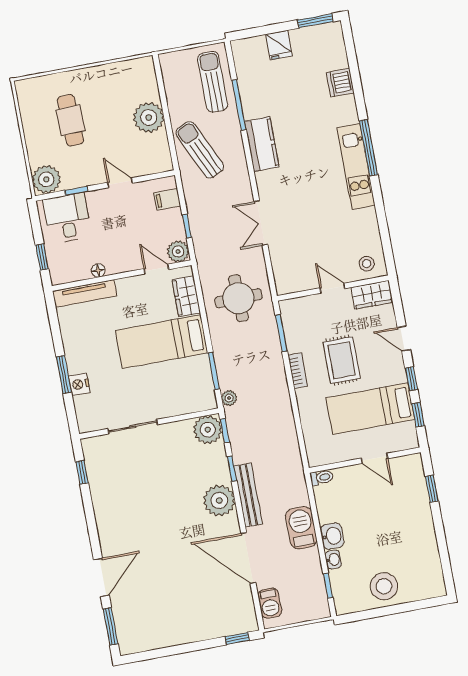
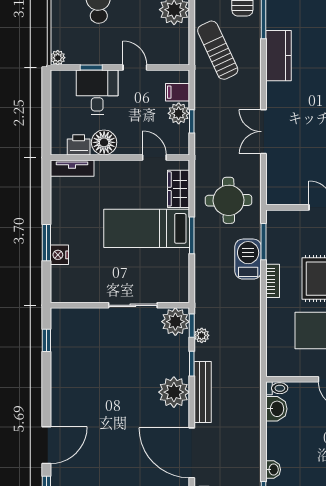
plant: (46, 179) -> (58, 58), width x0.53, depth x0.53
desk: (67, 218) -> (97, 92), moved
plant: (178, 251) -> (179, 113), moved
window: (42, 257) -> (46, 125), removed
floor lamp: (98, 270) -> (104, 142), width x1.89, depth x1.89
printer: (78, 271) -> (79, 145), added
tv unit: (85, 293) -> (72, 168), width x0.71
window: (214, 371) -> (192, 235), moved
plant: (229, 398) -> (202, 335), moved
sliding door: (133, 427) -> (133, 305), moved
barbecue: (301, 528) -> (248, 259), moved
washbasin: (332, 536) -> (276, 409), moved

